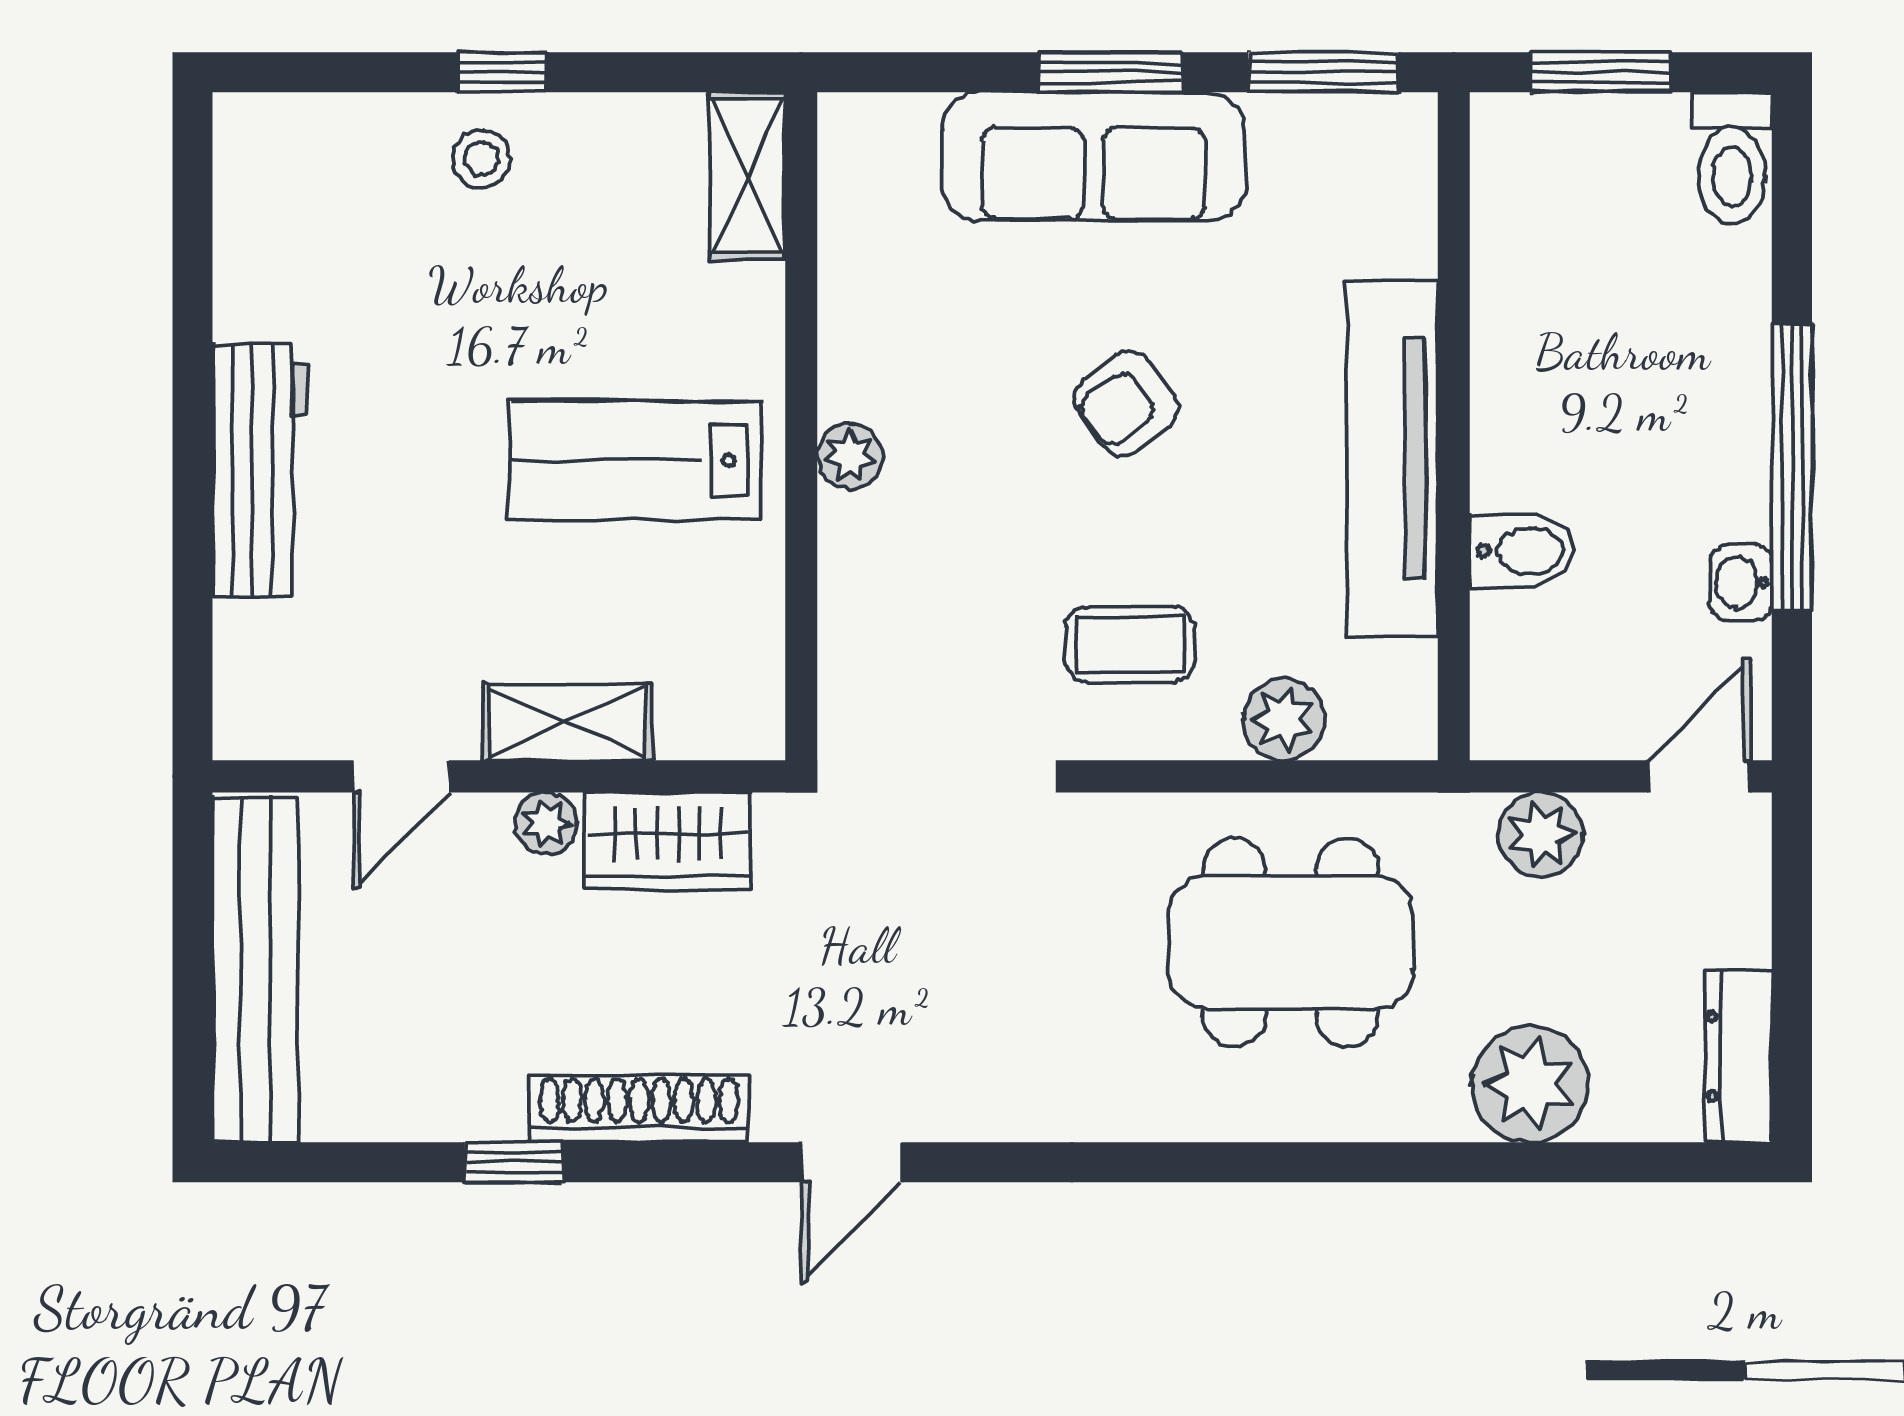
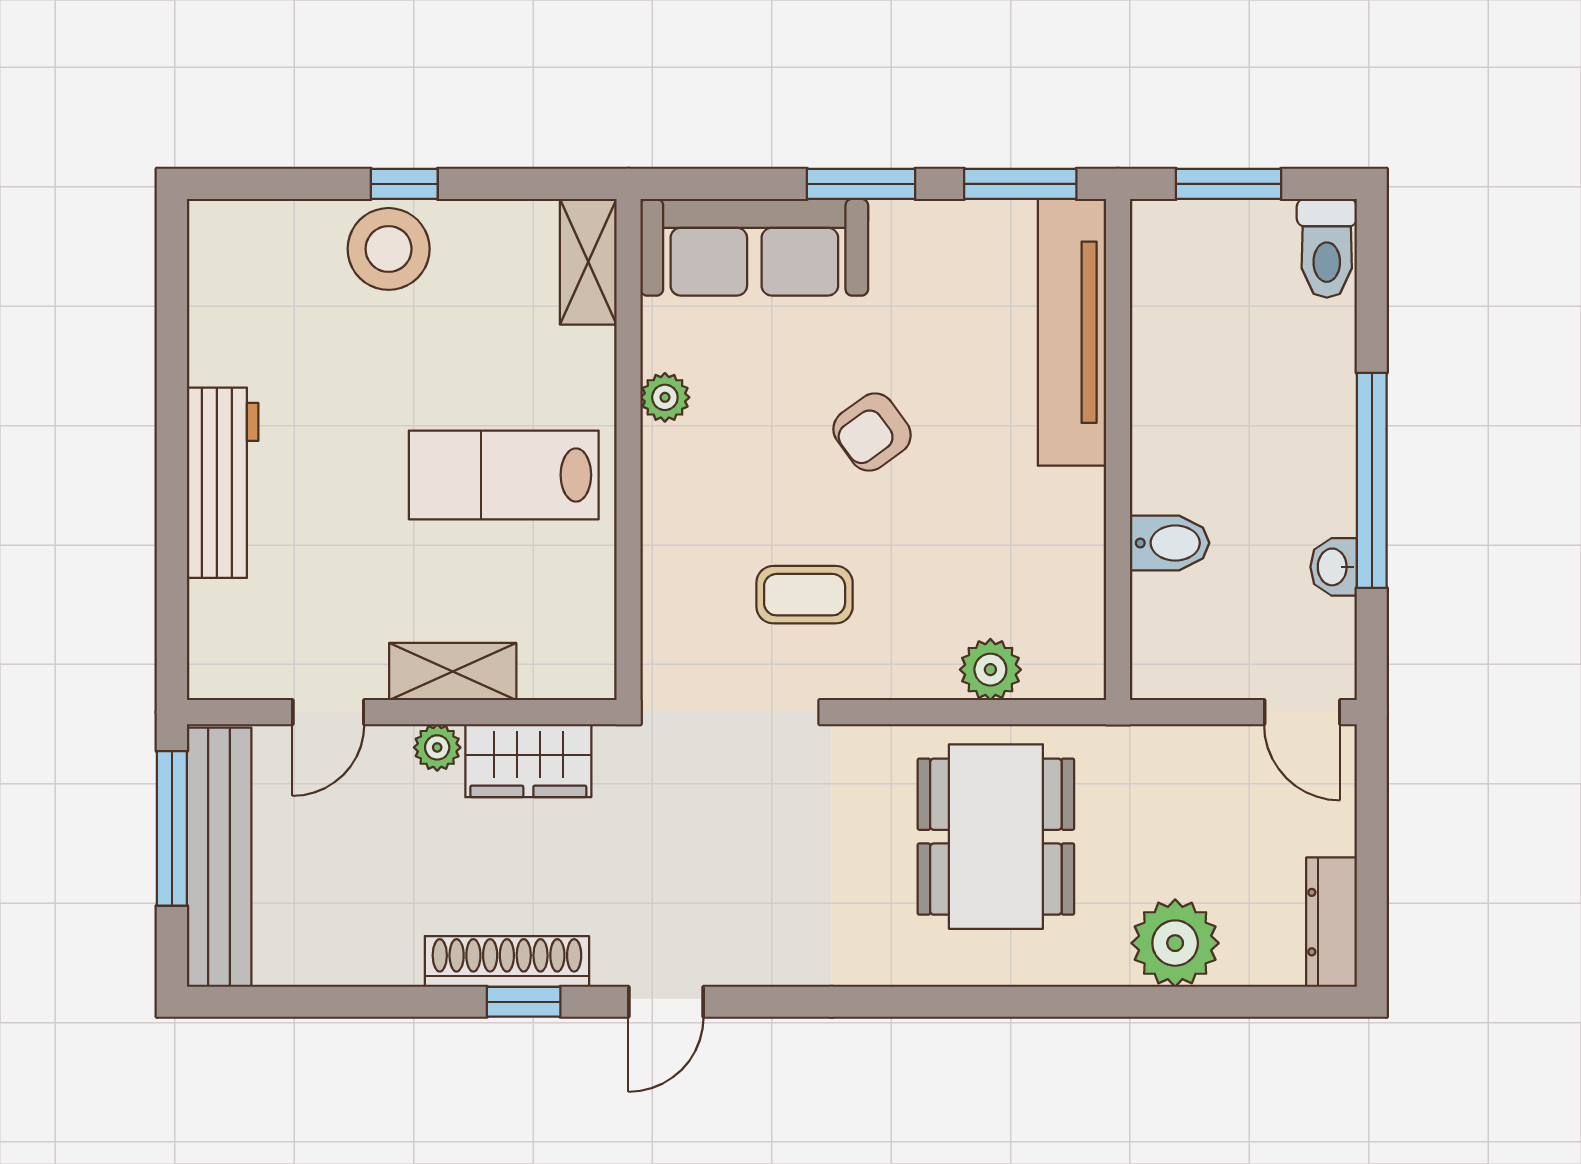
sofa: (1094, 157) -> (754, 247), moved
stool: (481, 159) -> (389, 249), width x1.89, depth x1.89
plant: (850, 456) -> (665, 397), moved
tv unit: (1392, 458) -> (1072, 332), moved
coffee table: (1130, 645) -> (805, 595), moved
door: (1699, 776) -> (1302, 712), swing flipped
plant: (1541, 834) -> (1183, 756), removed
window: (193, 931) -> (172, 828), added
dining table: (1291, 942) -> (996, 837), turned 90
window: (514, 1162) -> (524, 1002), moved

